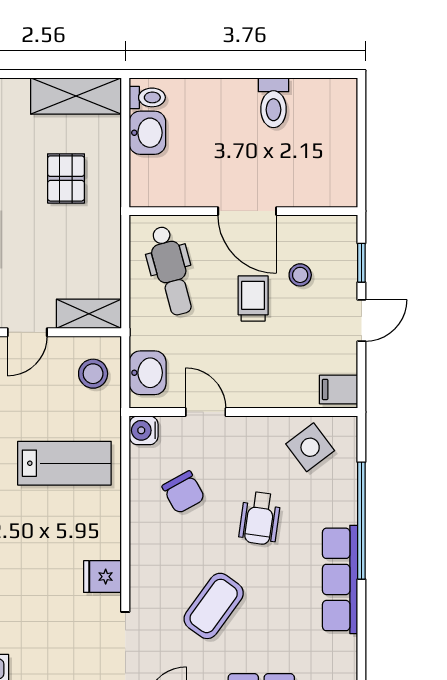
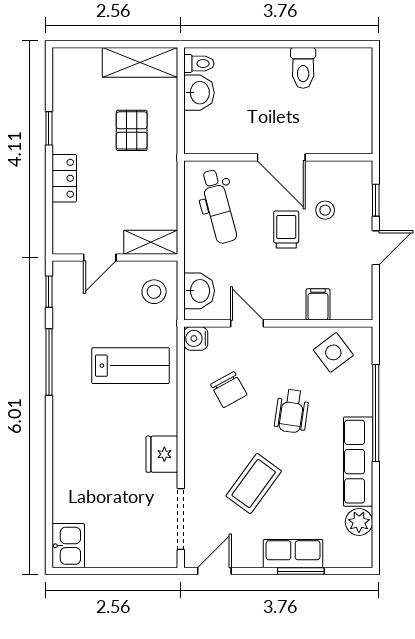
filing cabinet: (338, 389) -> (318, 304), moved, turned 90
fridge: (103, 577) -> (162, 454), width x1.38
plant: (341, 653) -> (359, 522), added

